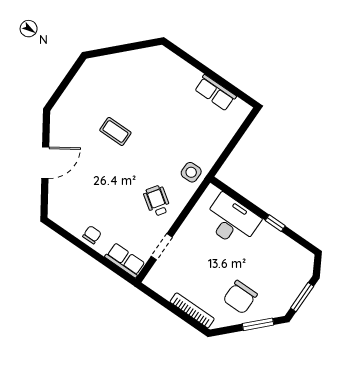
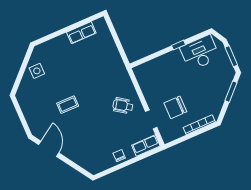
door: (45, 163) -> (49, 149), moved
side table: (191, 172) -> (37, 71), moved
desk: (231, 221) -> (200, 53), moved
chair: (240, 297) -> (175, 107), moved, turned 90

